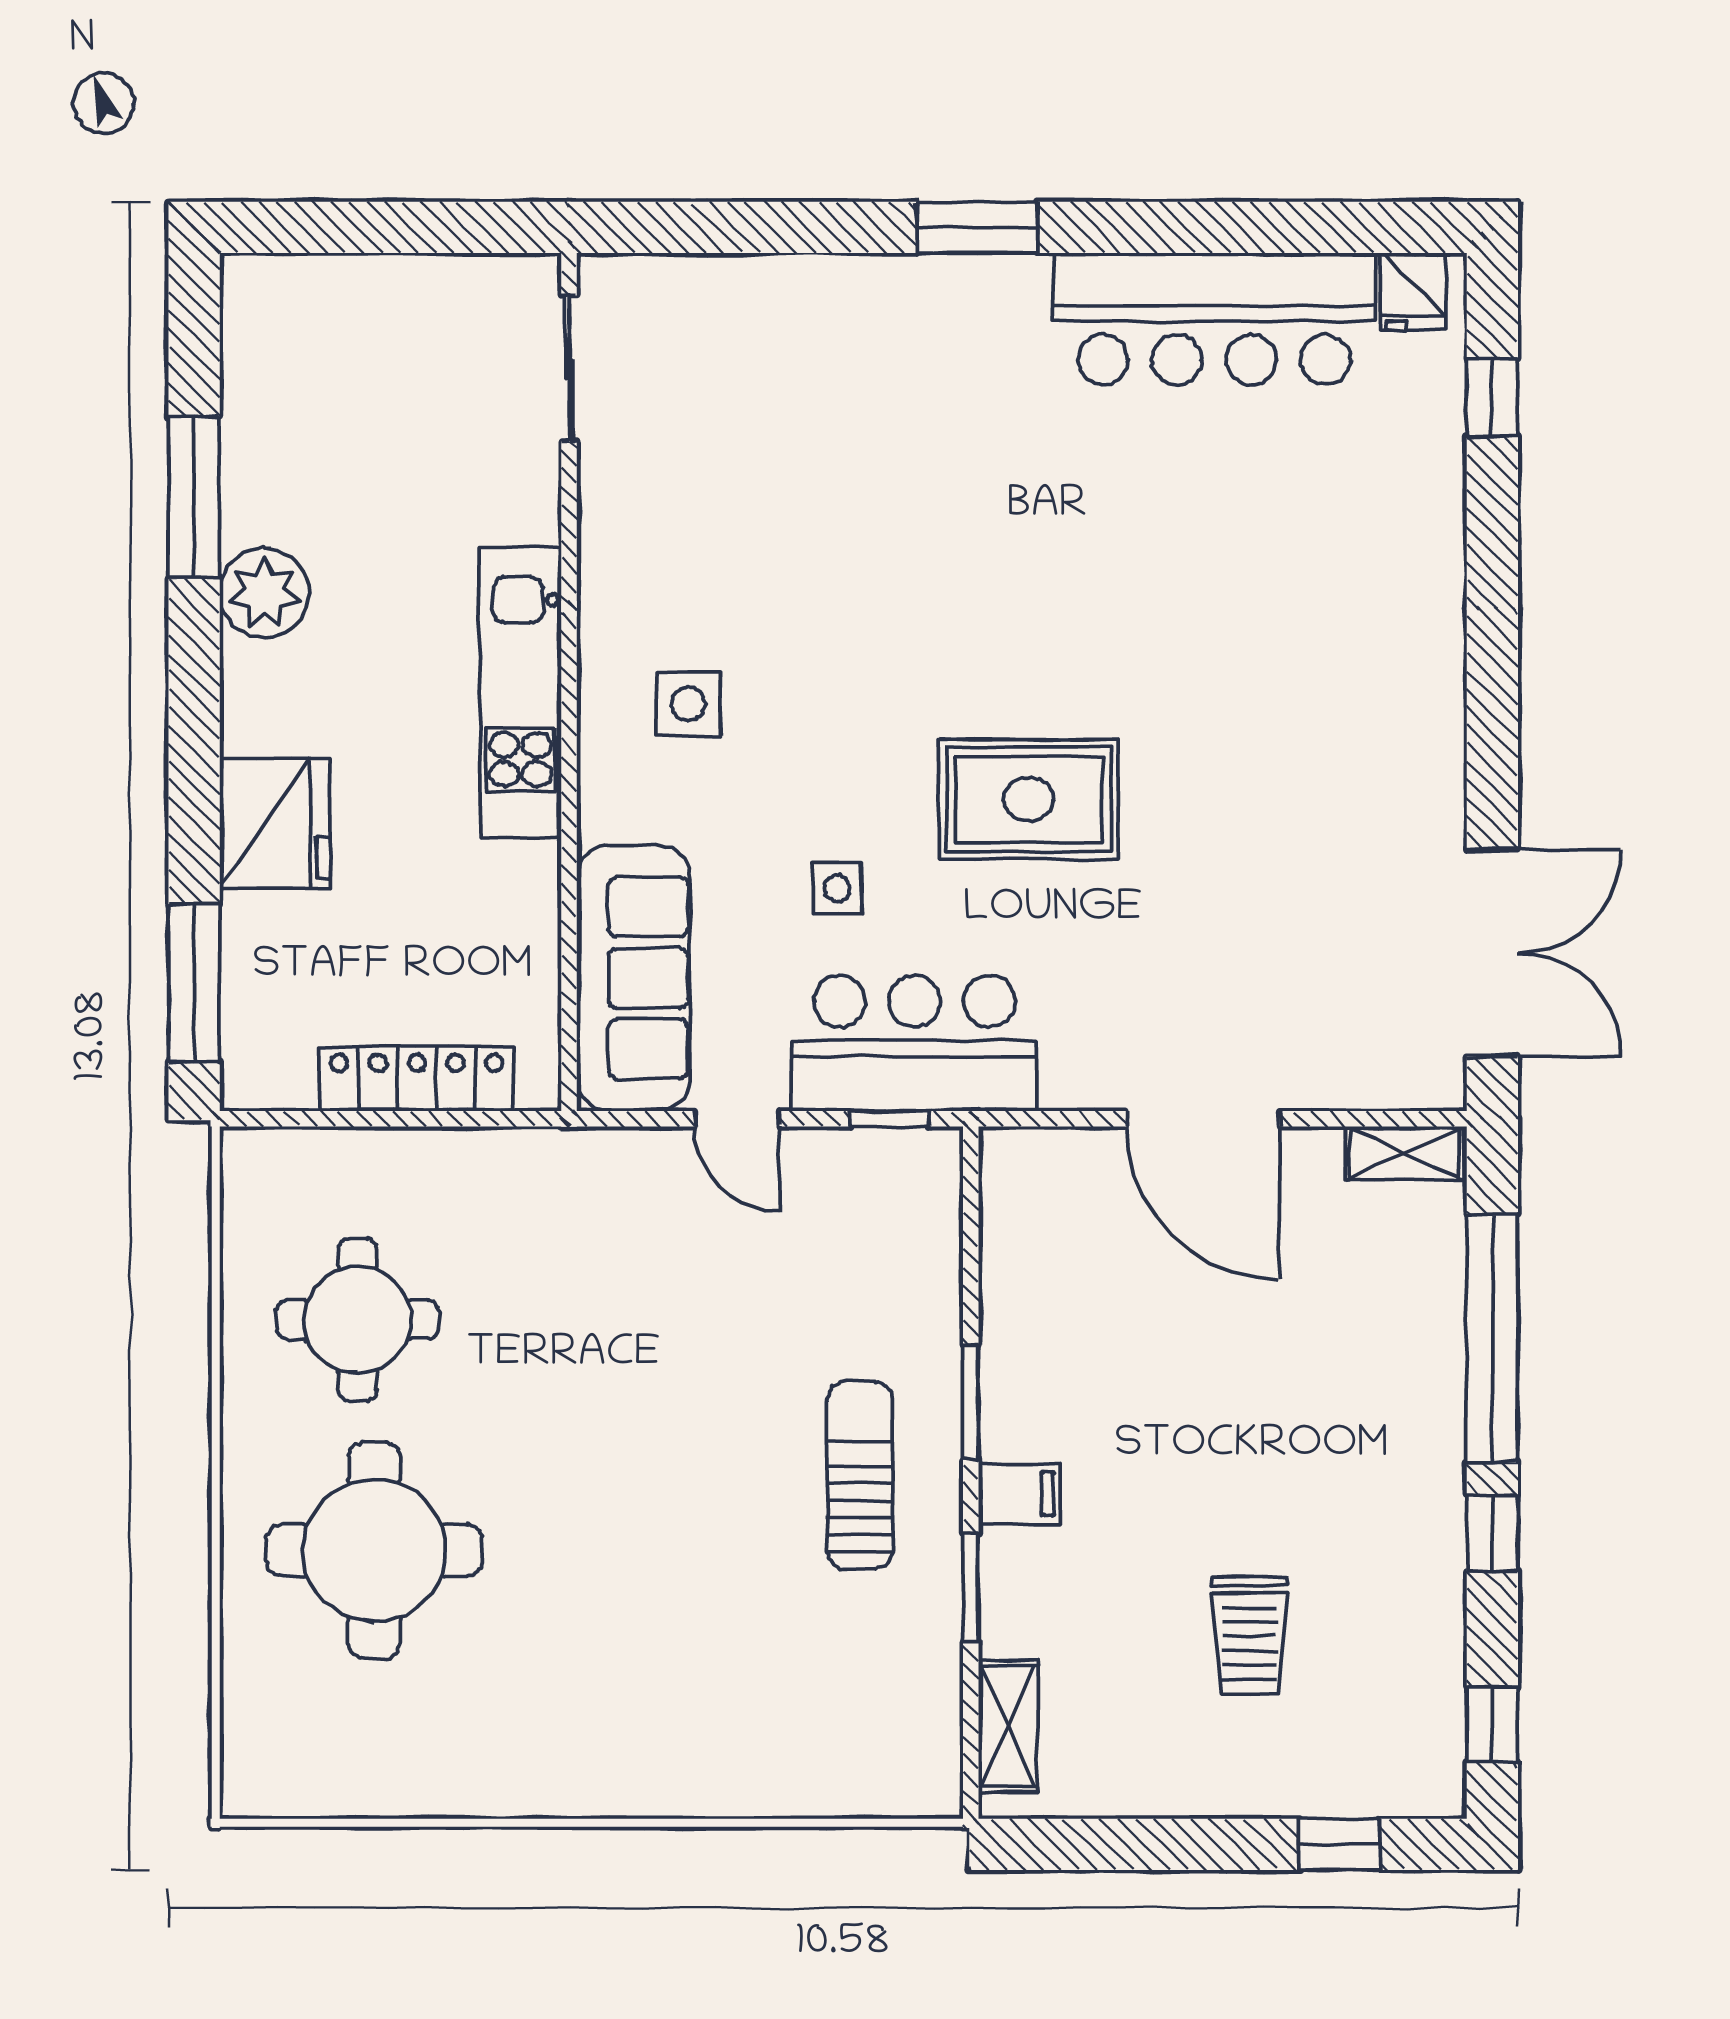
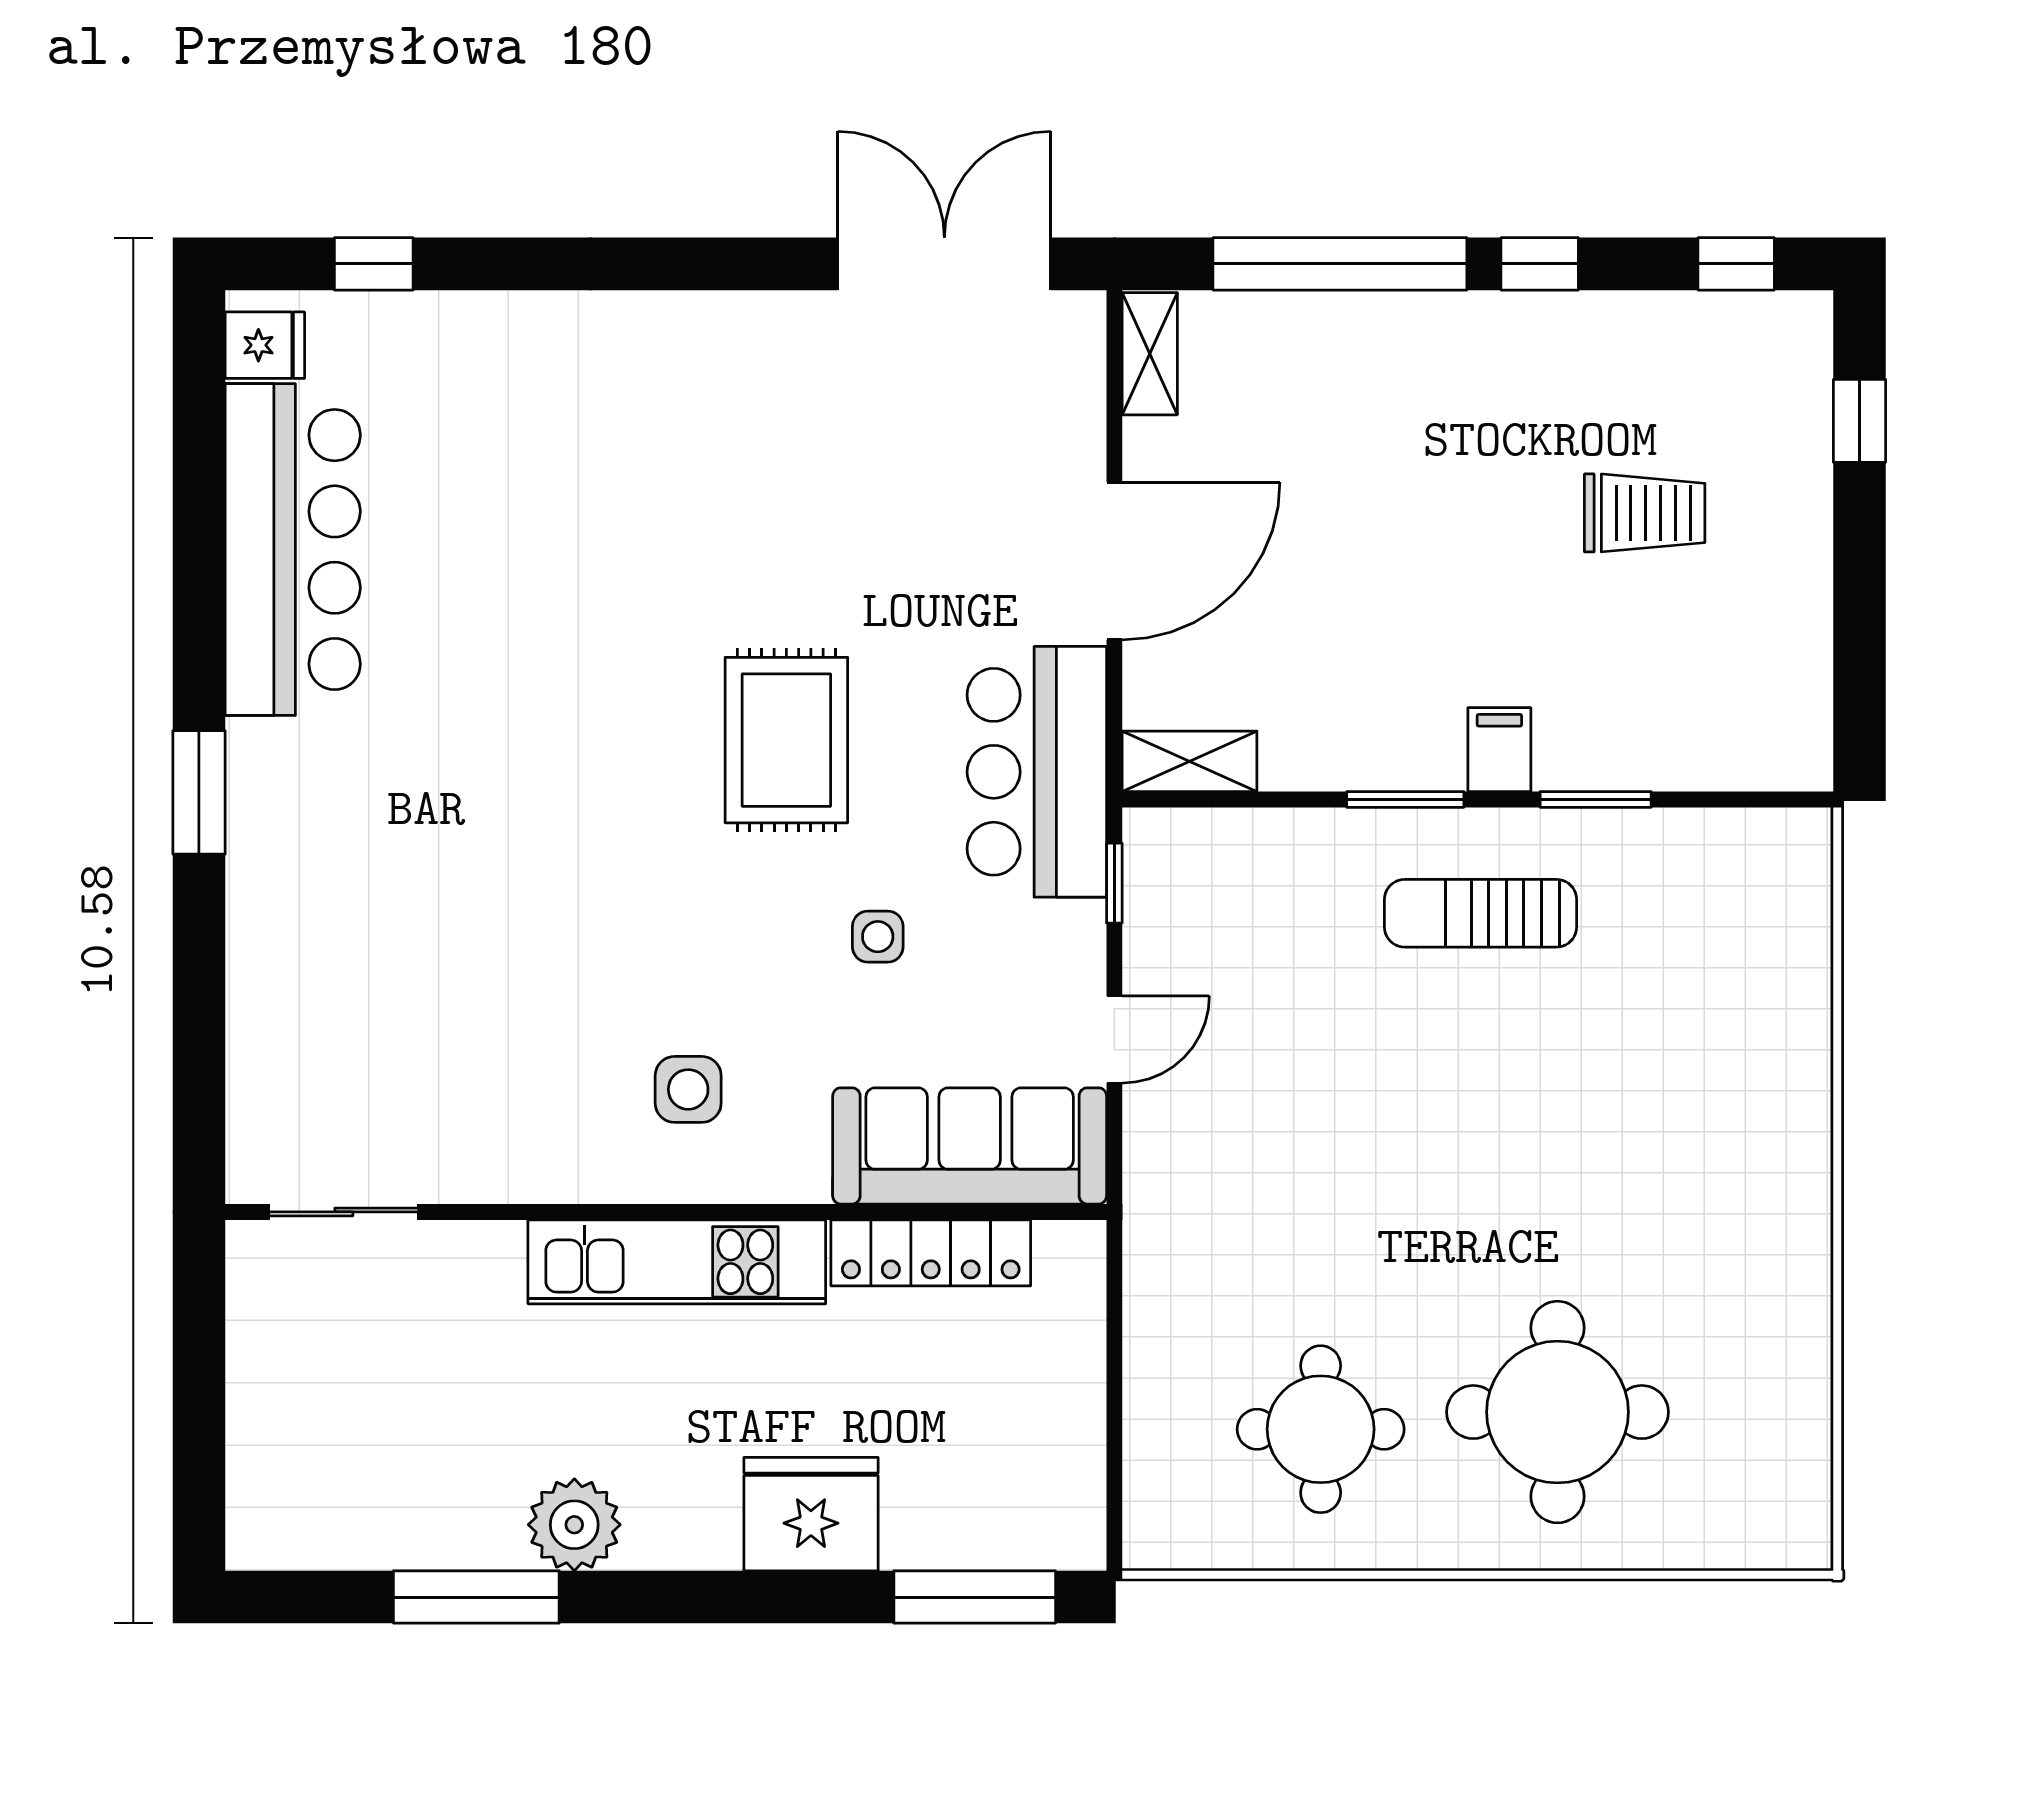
bar counter: (914, 1043) -> (1037, 772), moved
locker: (417, 1079) -> (931, 1253), moved, turned -90
shelving: (1008, 1726) -> (1190, 761), moved

